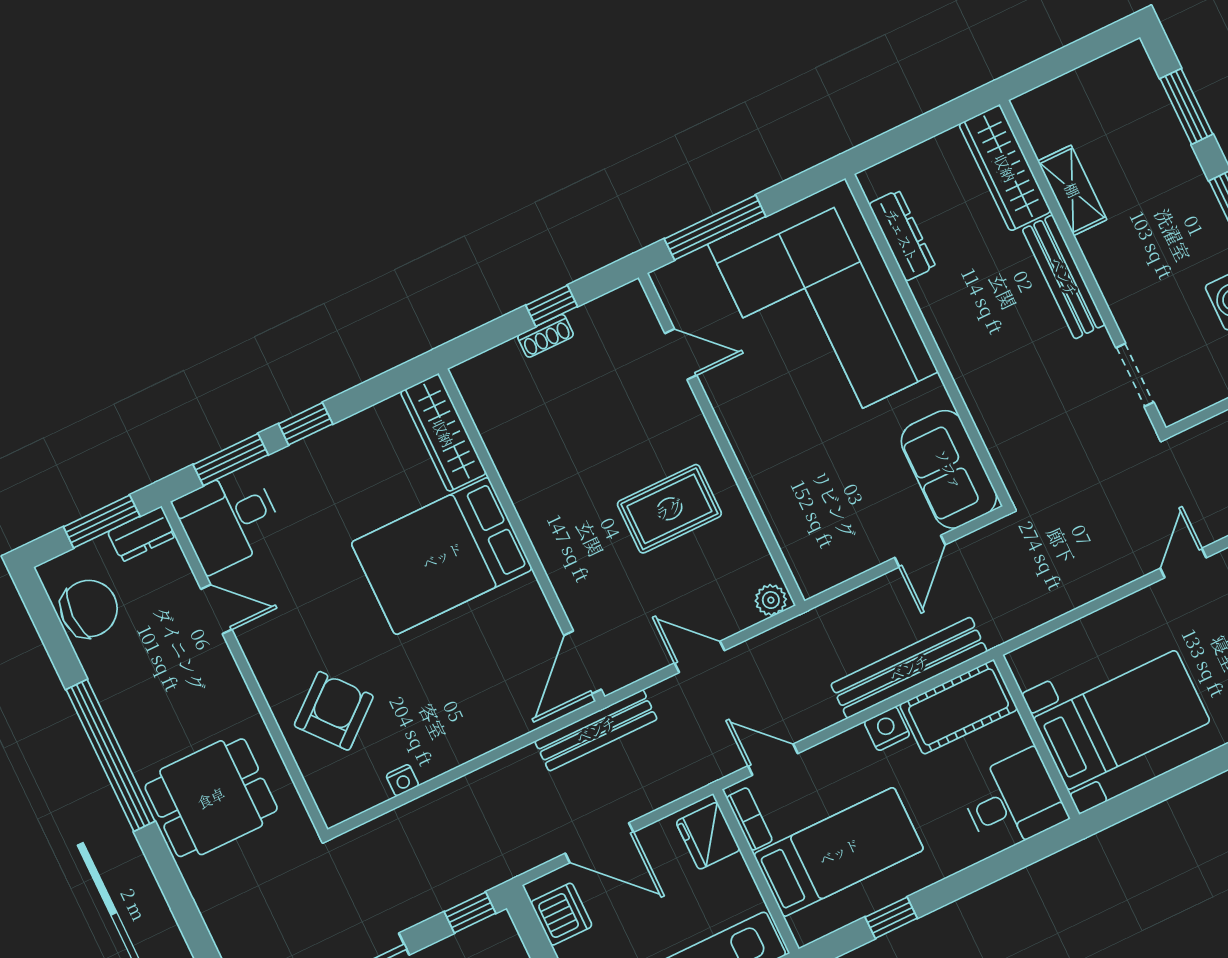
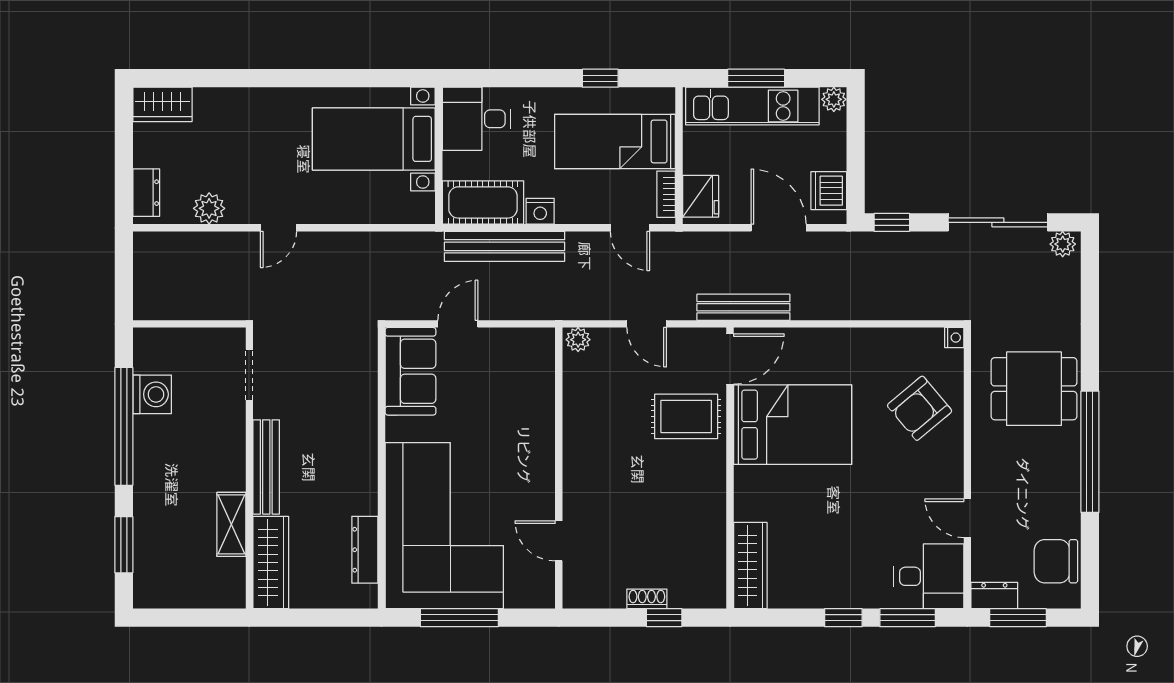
window: (715, 228) -> (459, 618), moved
window: (552, 306) -> (664, 618), moved
rug: (669, 509) -> (686, 416), moved
bed: (442, 556) -> (793, 425), moved
nightstand: (402, 780) -> (954, 338), moved, turned 90

